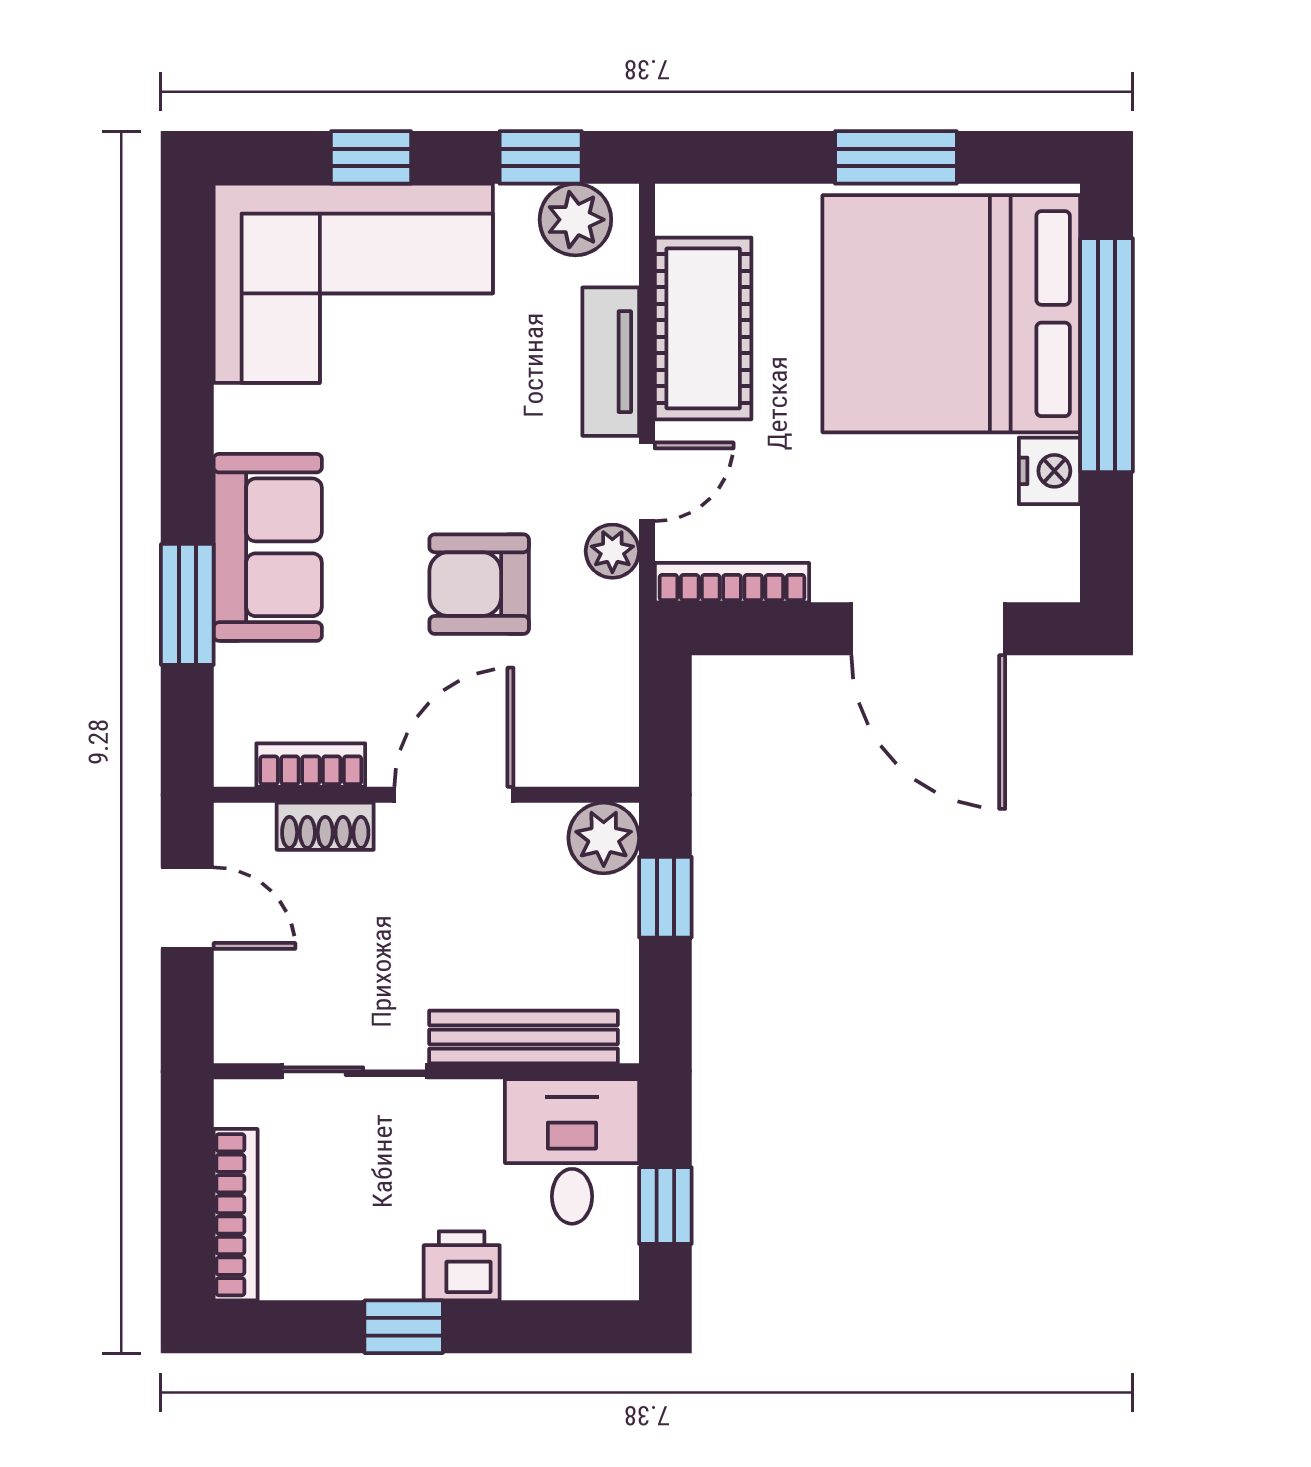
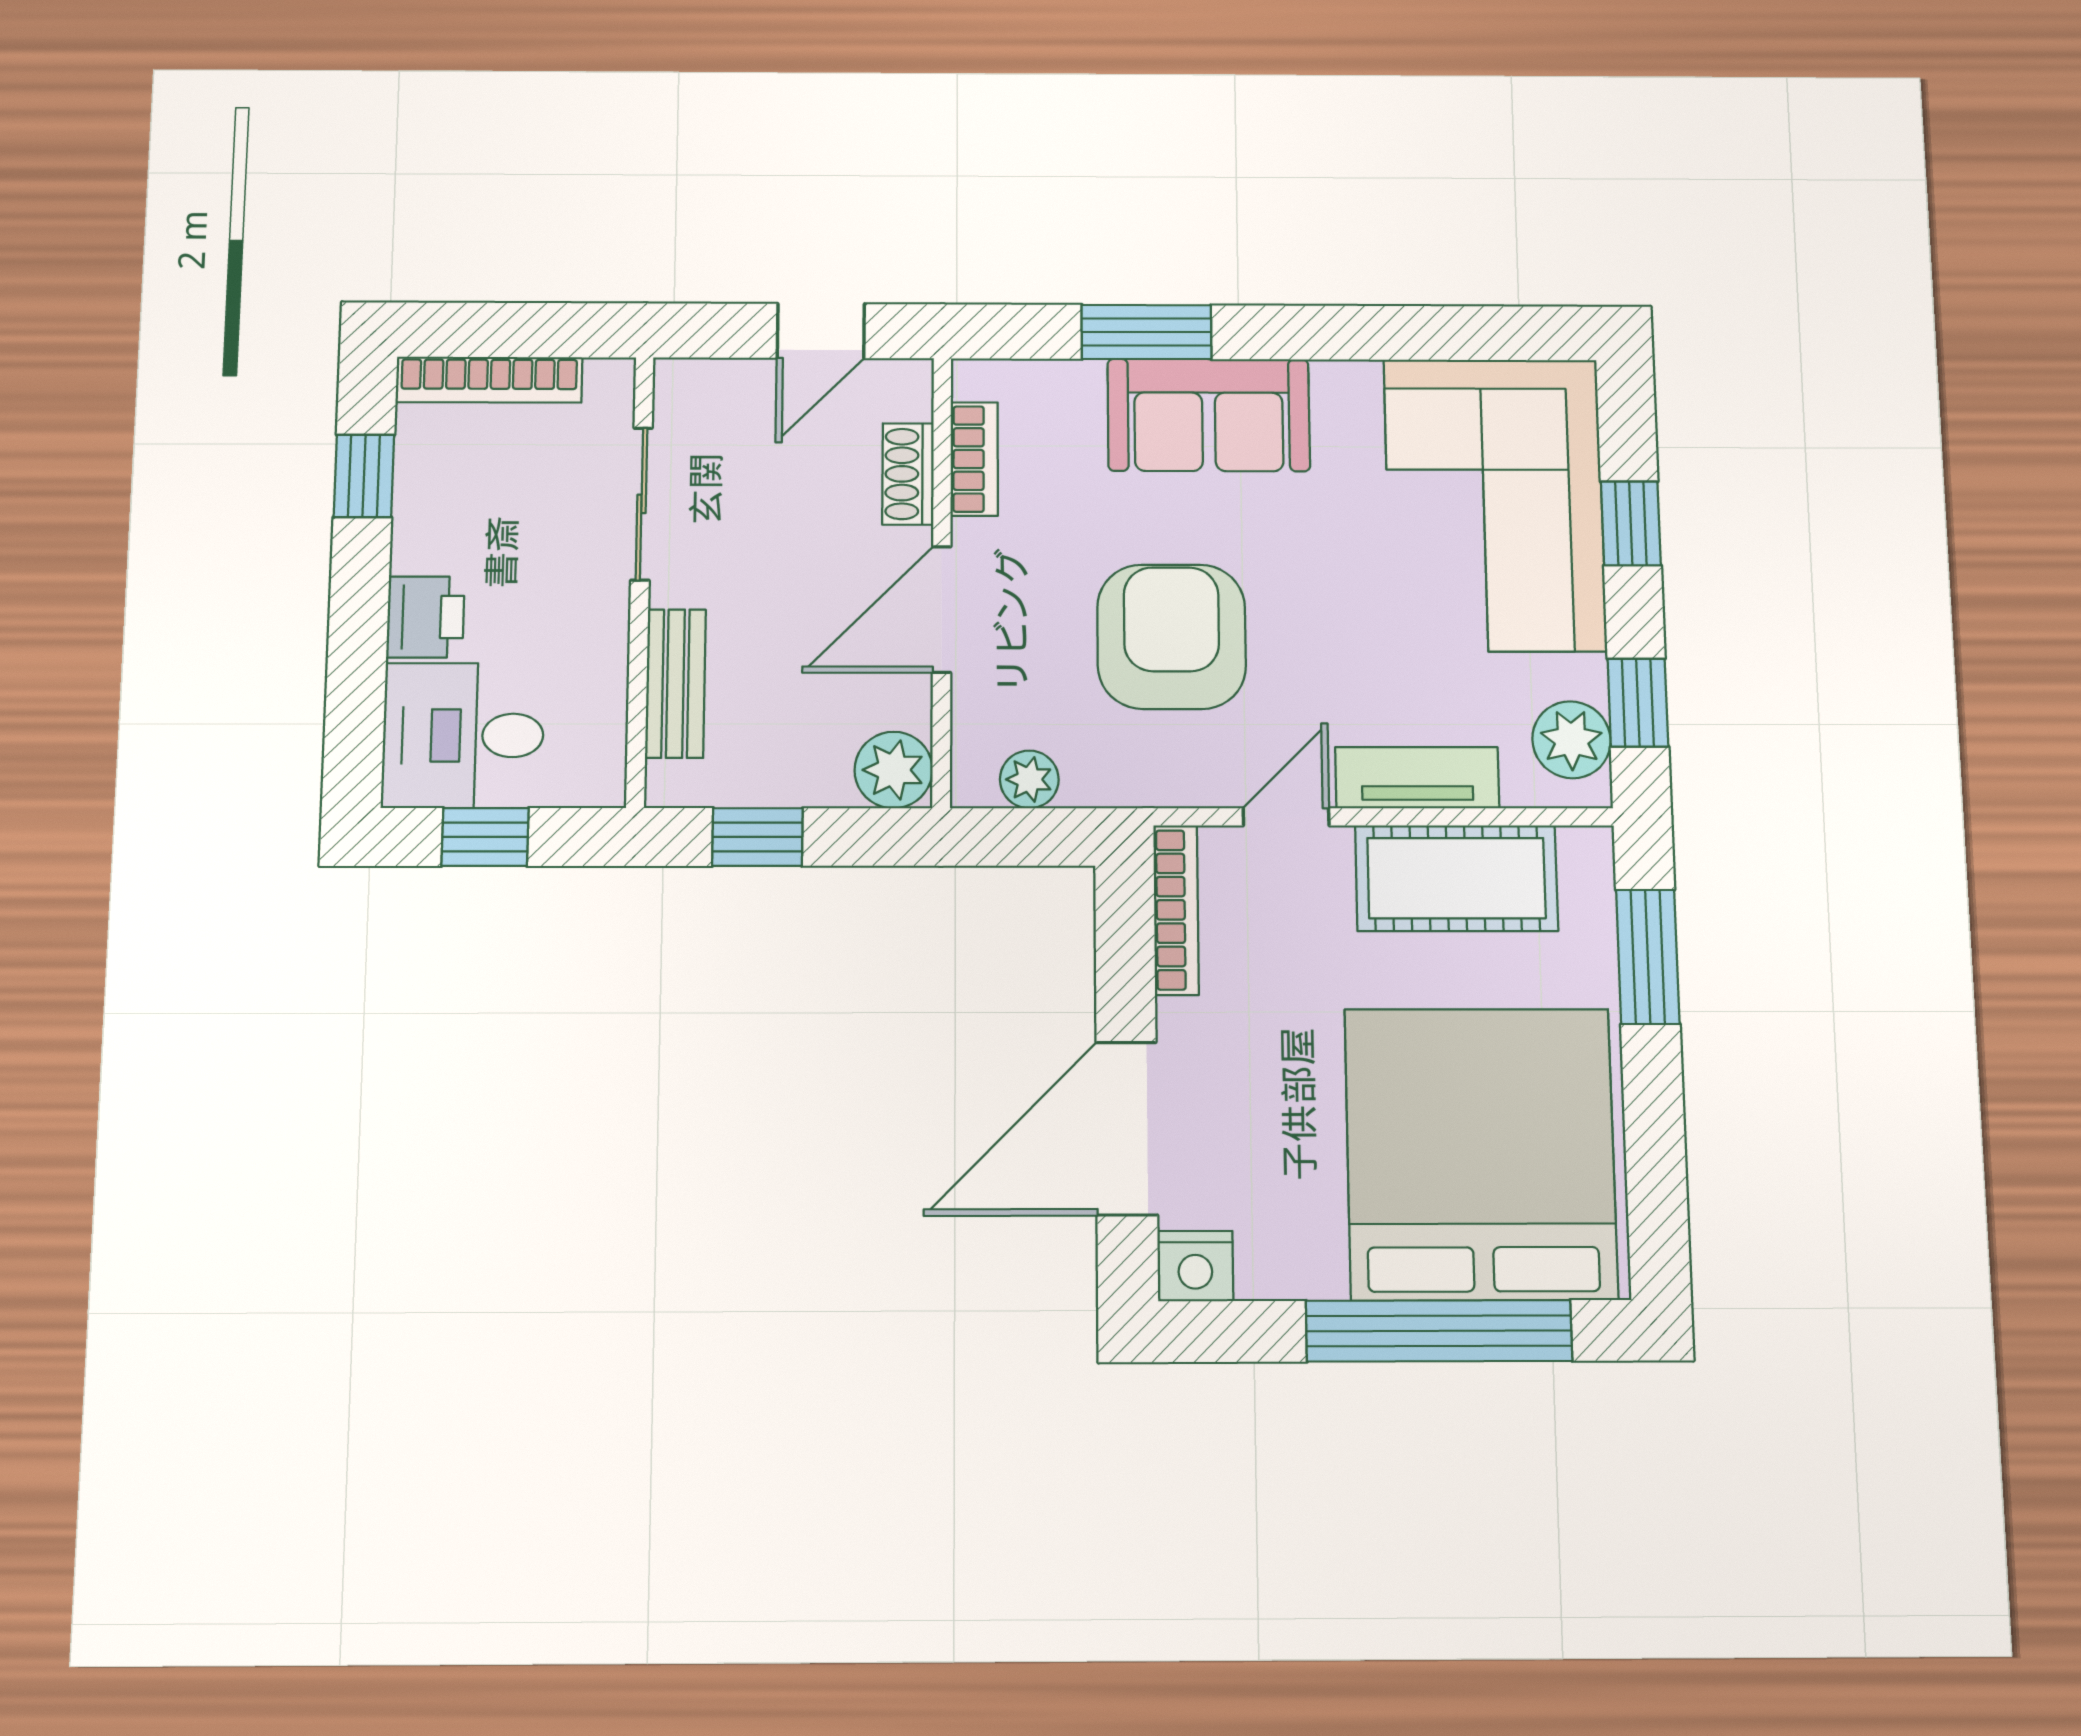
window: (896, 157) -> (1648, 957), moved
nightstand: (1049, 471) -> (1195, 1266), moved
door: (647, 482) -> (1286, 817), swing flipped
plant: (612, 551) -> (1029, 779), moved
armchair: (479, 584) -> (1172, 637), width x1.36, depth x1.36
door: (454, 795) -> (942, 609), swing flipped
window: (665, 897) -> (757, 837), moved
bench: (524, 1037) -> (675, 683), width x0.73
desk: (572, 1151) -> (463, 735), moved, turned 180
window: (404, 1327) -> (364, 476), moved

